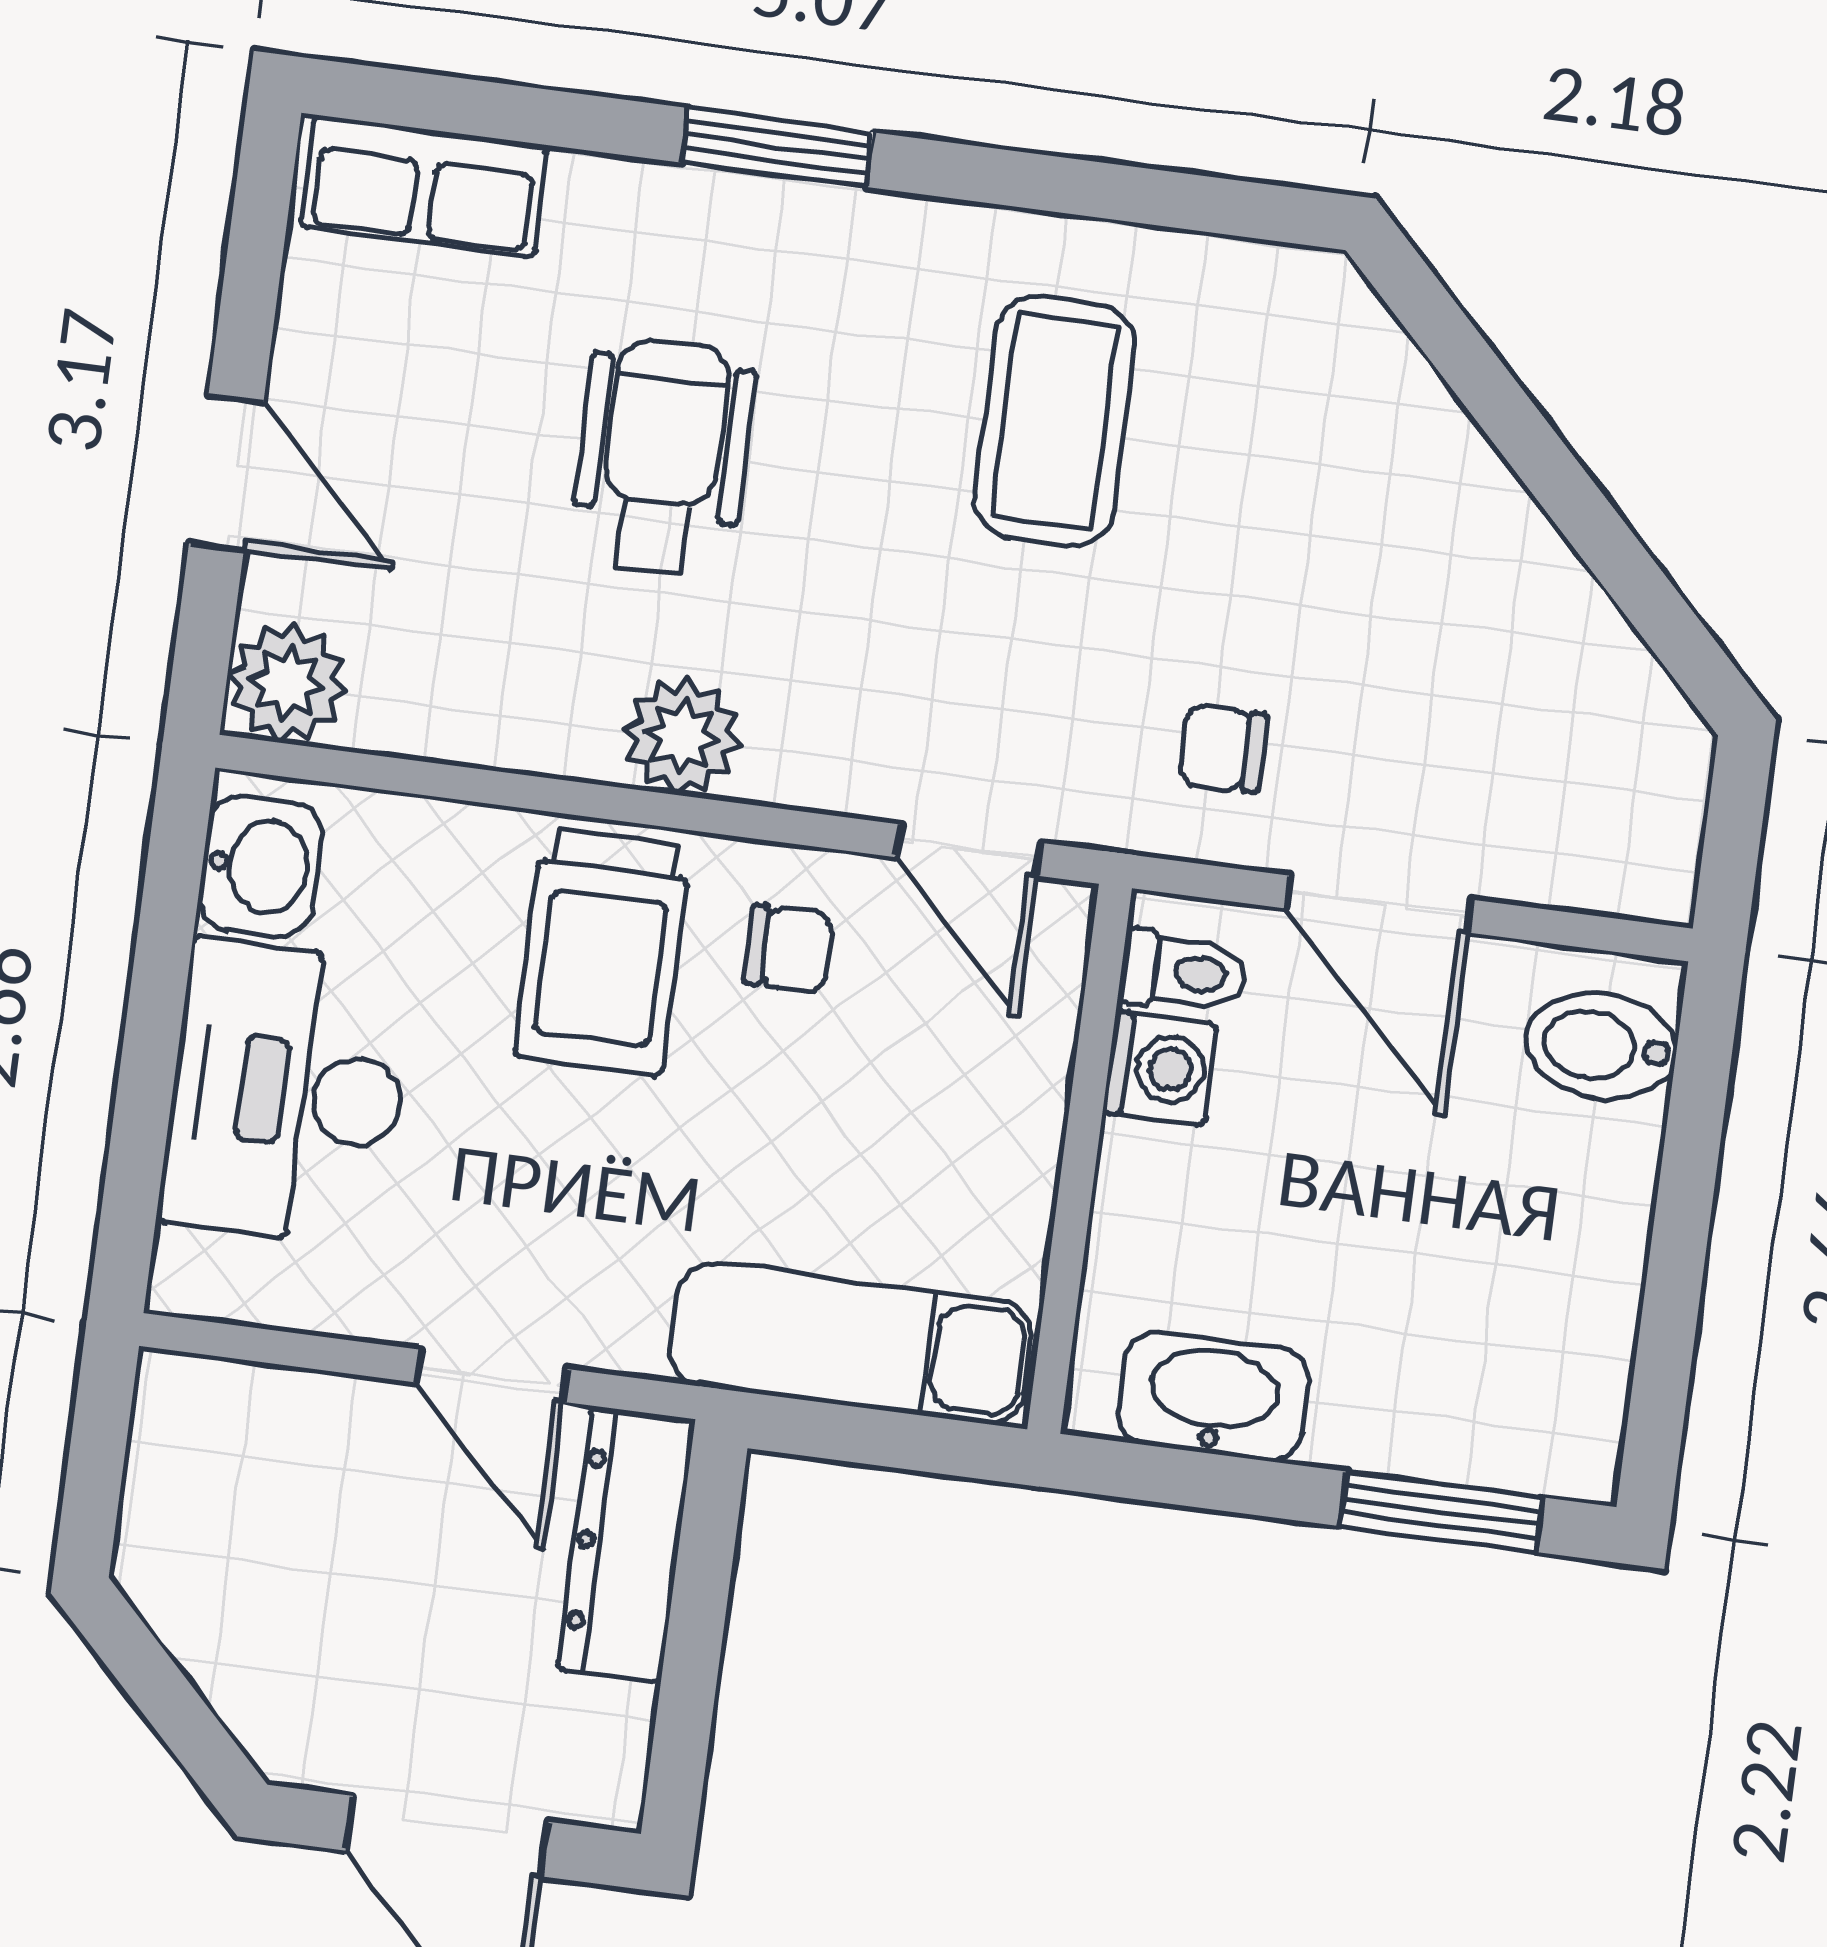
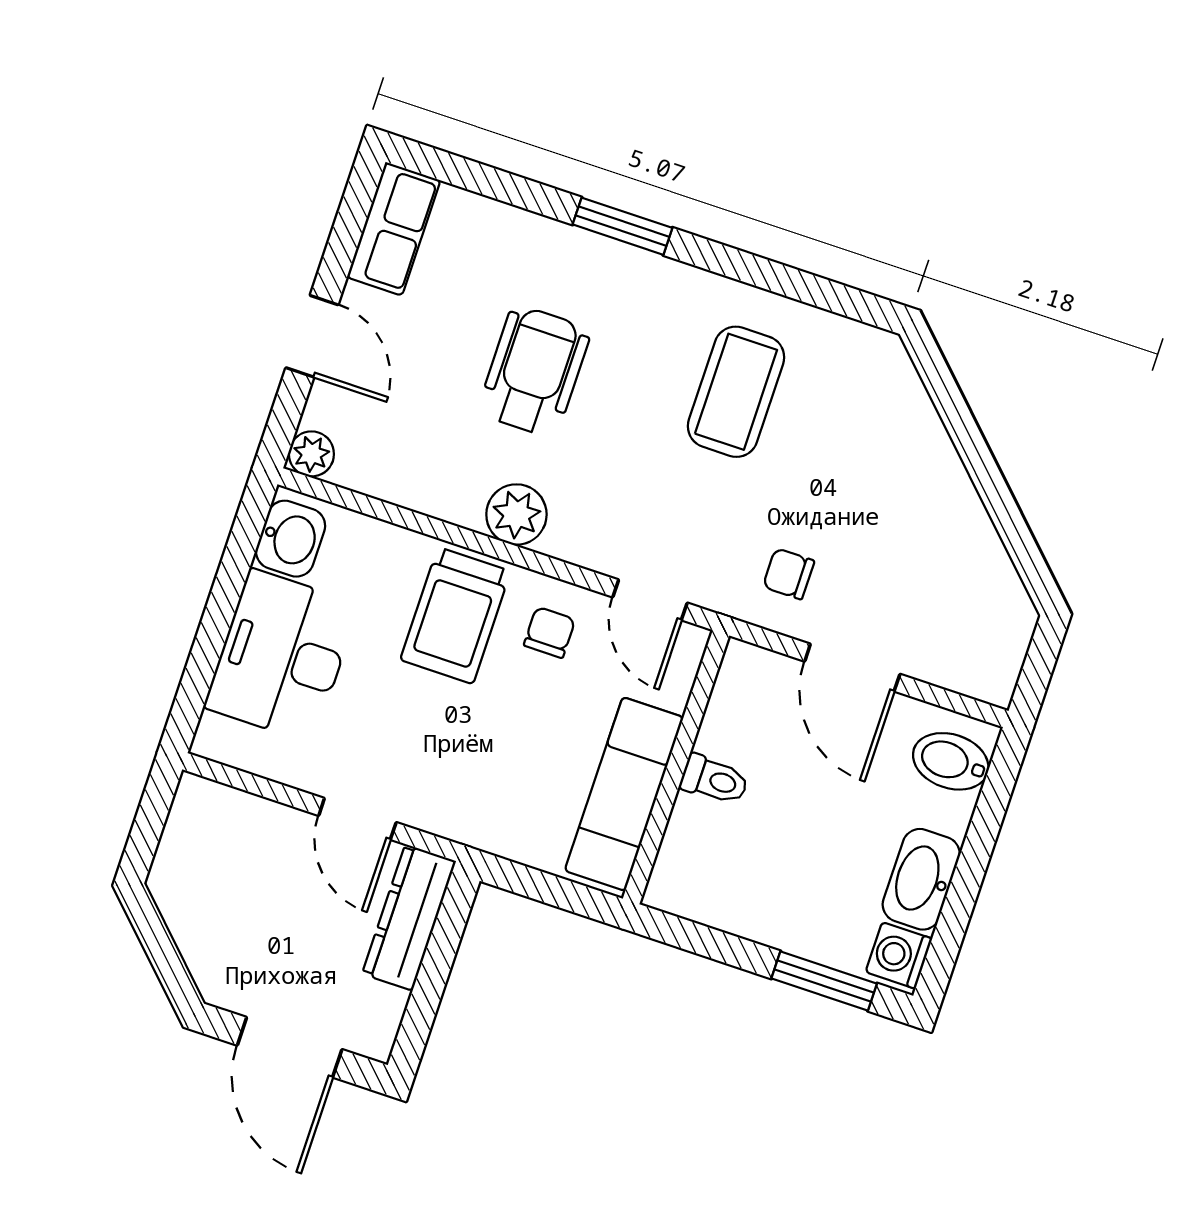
row of seats: (424, 186) -> (394, 229), moved, turned -90
plant: (287, 683) -> (311, 454), width x0.73, depth x0.73
chair: (789, 949) -> (550, 632), turned -90
toilet: (1183, 972) -> (714, 780), moved
washing machine: (1160, 1068) -> (899, 955), moved, turned 180
exam couch: (850, 1343) -> (624, 794), moved, turned -90
washbasin: (1214, 1396) -> (921, 879), moved, turned -90

